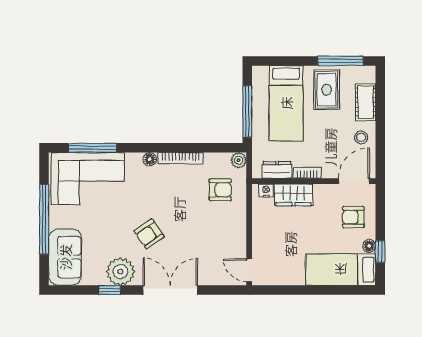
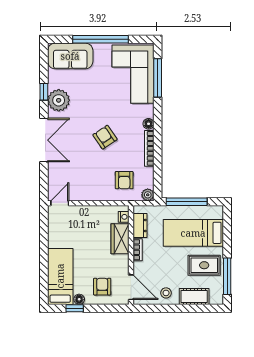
armchair: (149, 234) -> (105, 137), moved

